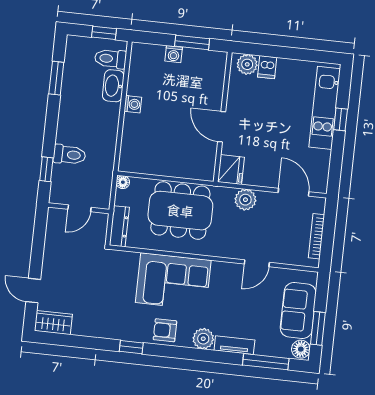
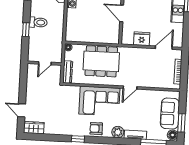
toilet: (69, 155) -> (38, 22), moved
window: (46, 169) -> (26, 30), moved
fridge: (231, 170) -> (142, 39), moved, turned -90
door: (294, 192) -> (164, 48), hinge flipped
plant: (245, 200) -> (137, 53), removed
door: (257, 263) -> (130, 88), moved

